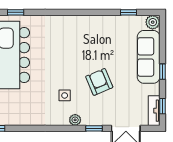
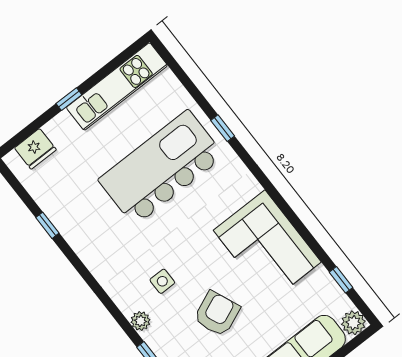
corner sofa: (86, 34) -> (267, 246), added

